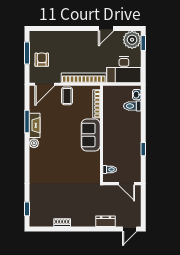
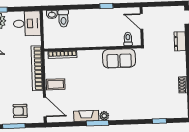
desk: (124, 70) -> (27, 23), width x0.73
window: (27, 121) -> (98, 123), moved
sofa: (91, 135) -> (119, 58), moved
door: (127, 184) -> (141, 21), swing flipped
window: (27, 209) -> (159, 121), moved

